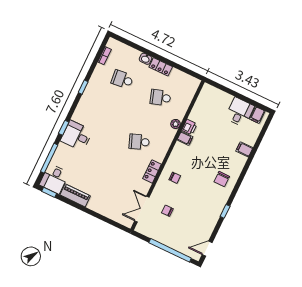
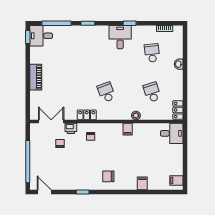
locker: (161, 67) -> (178, 110), moved
desk: (240, 112) -> (172, 133), moved
printer: (189, 127) -> (71, 128), moved
desk: (76, 136) -> (120, 37), moved
piano: (75, 195) -> (36, 77), moved

